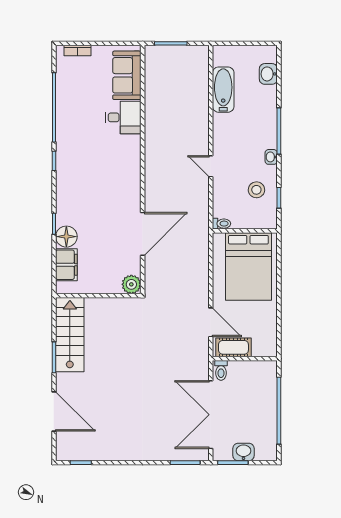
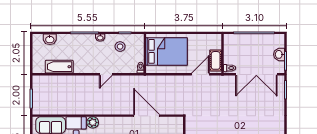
plant: (131, 284) -> (93, 122), moved

